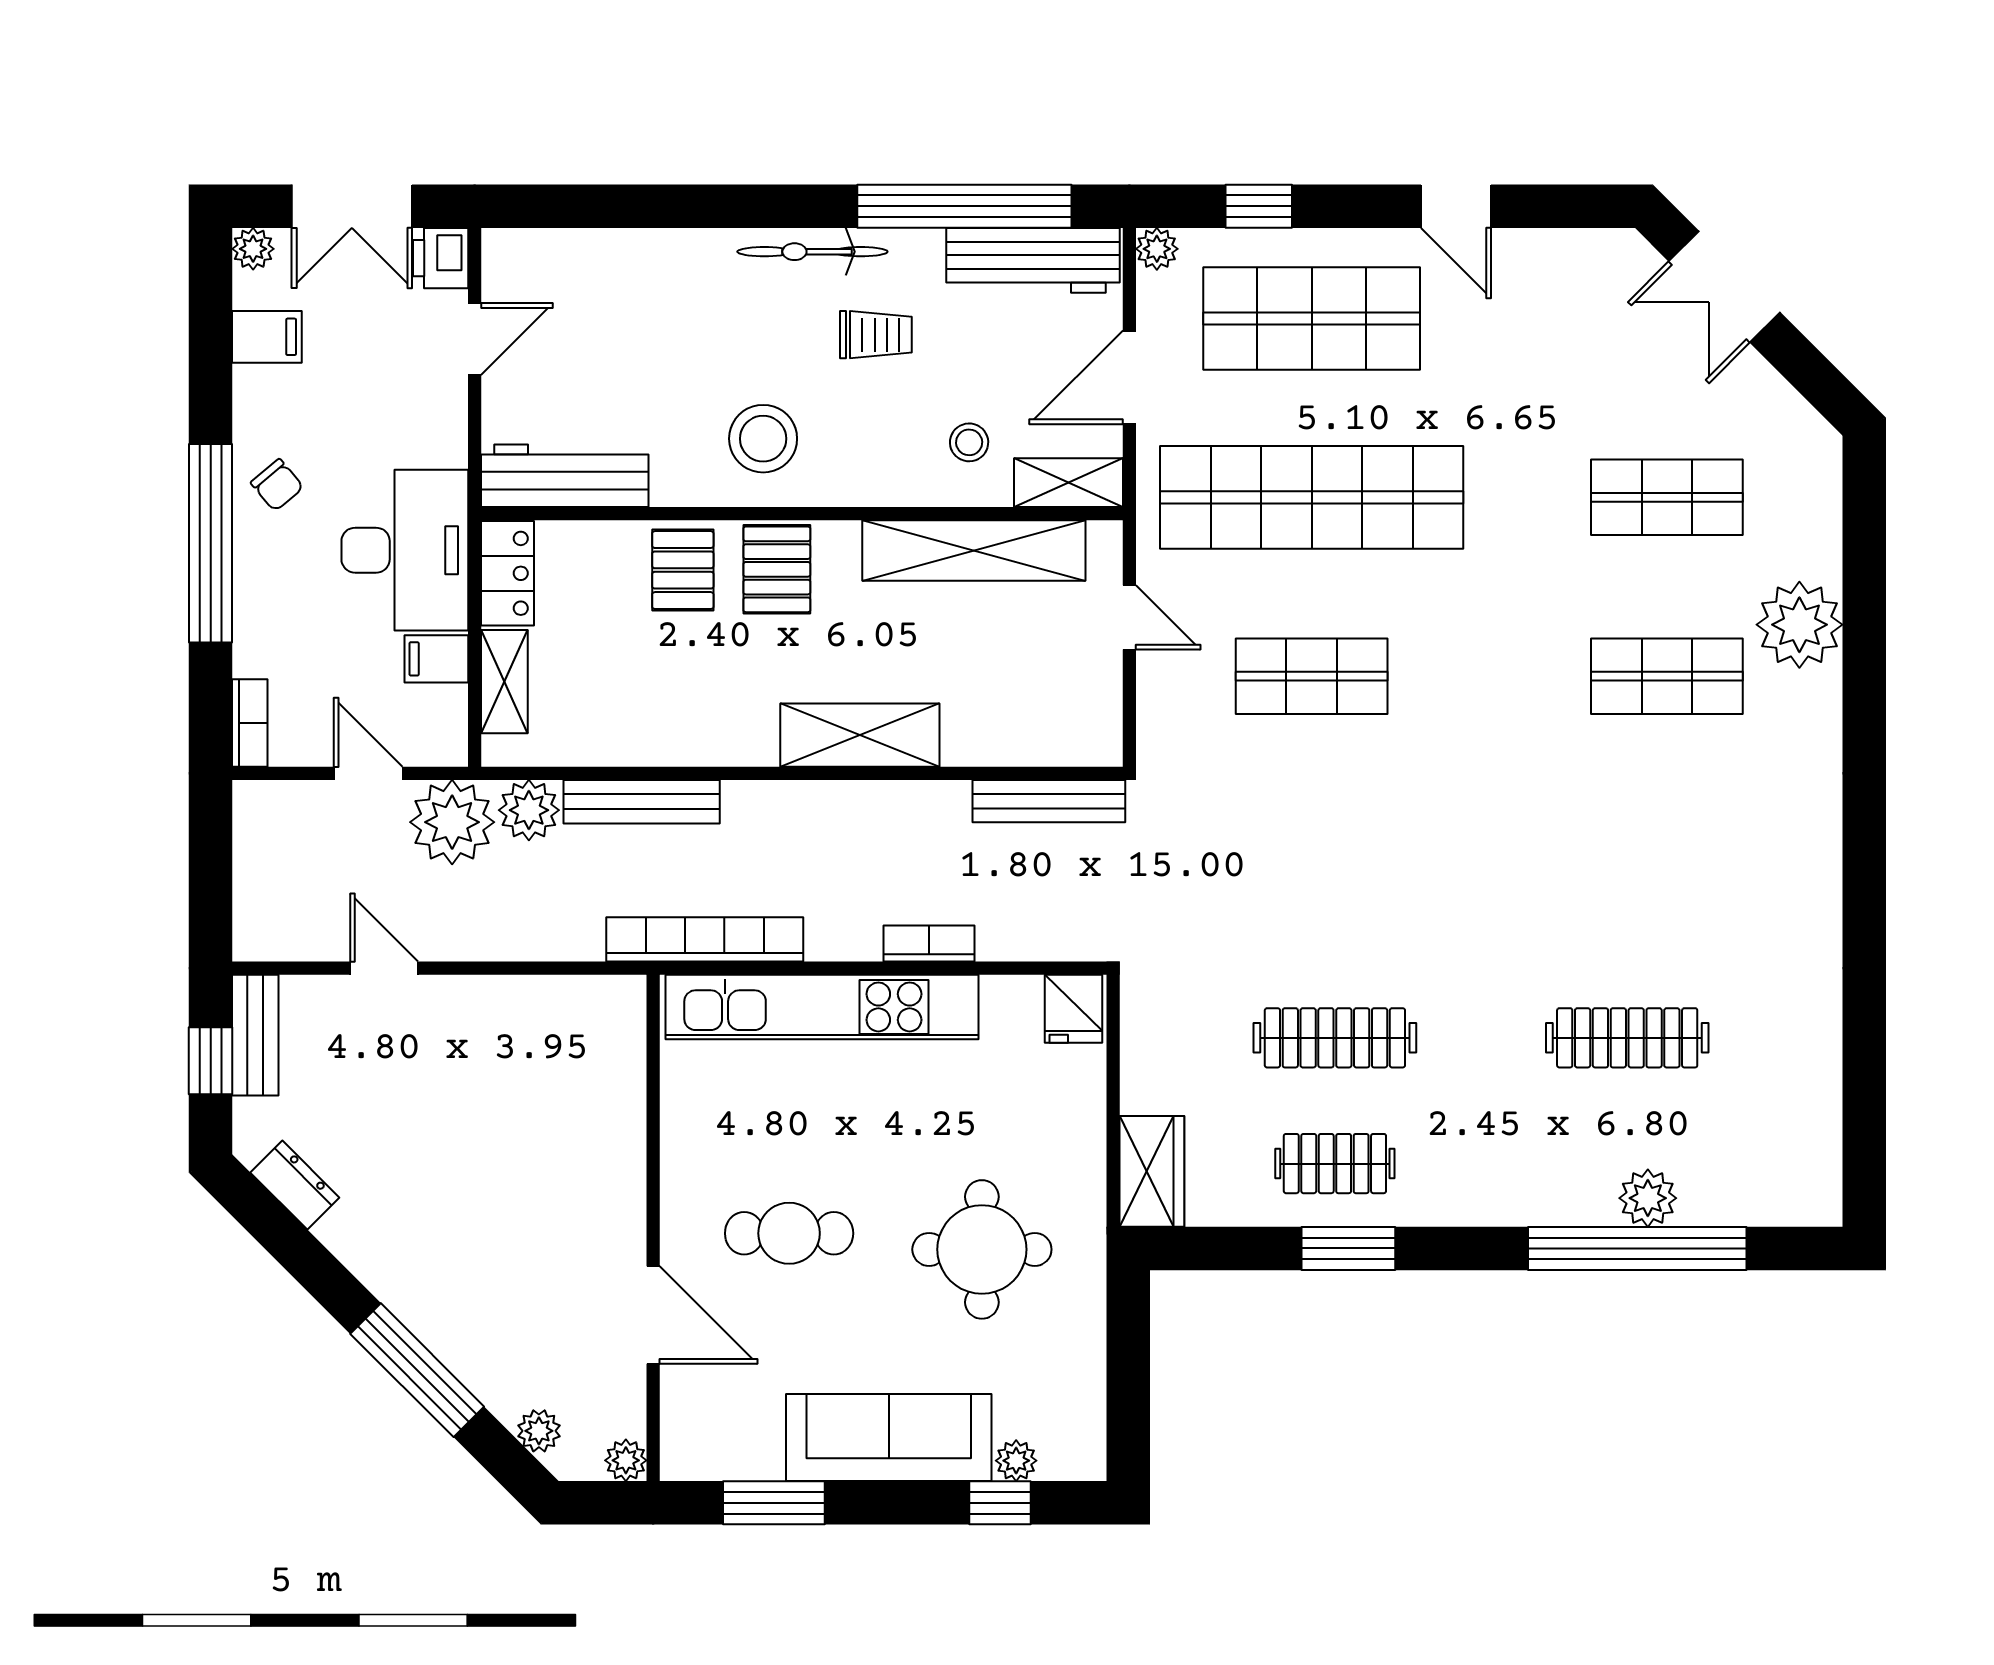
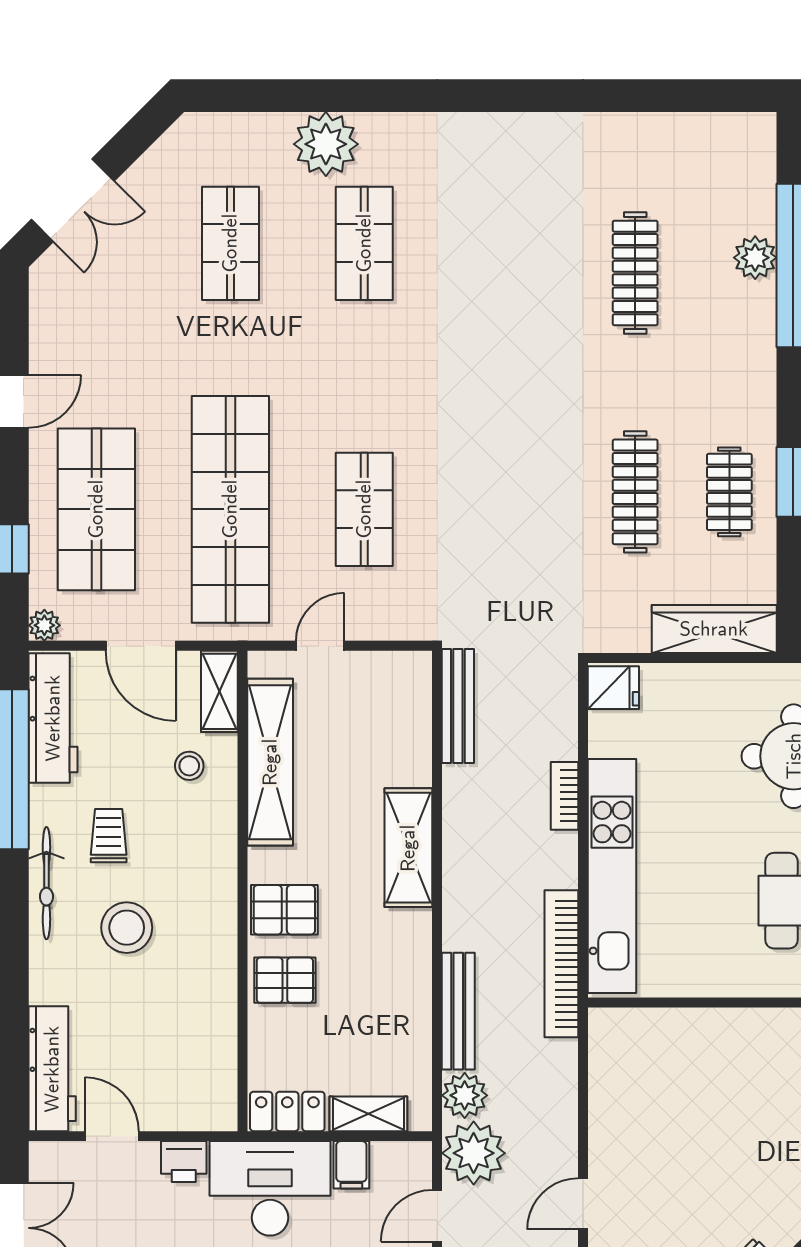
printer: (441, 258) -> (184, 1162), moved
stool: (763, 439) -> (127, 928), moved
workbench: (565, 476) -> (52, 1069), moved, turned 180
wardrobe: (1152, 1171) -> (714, 629), width x1.50

